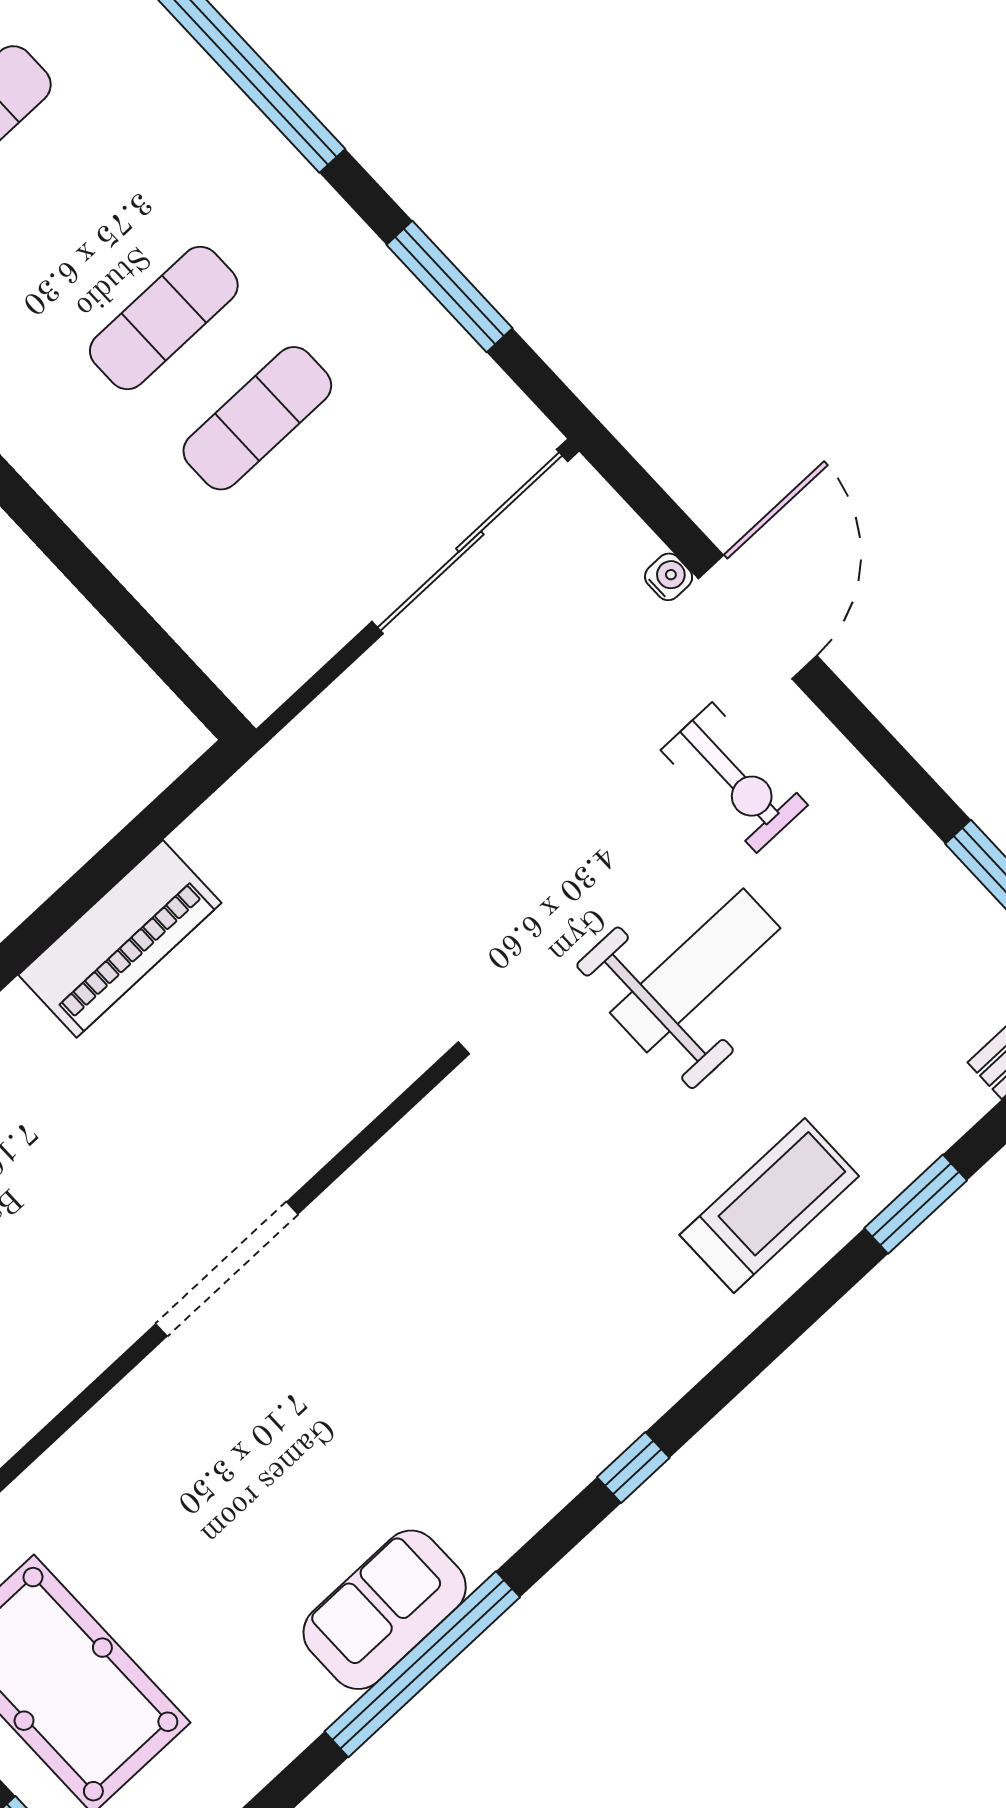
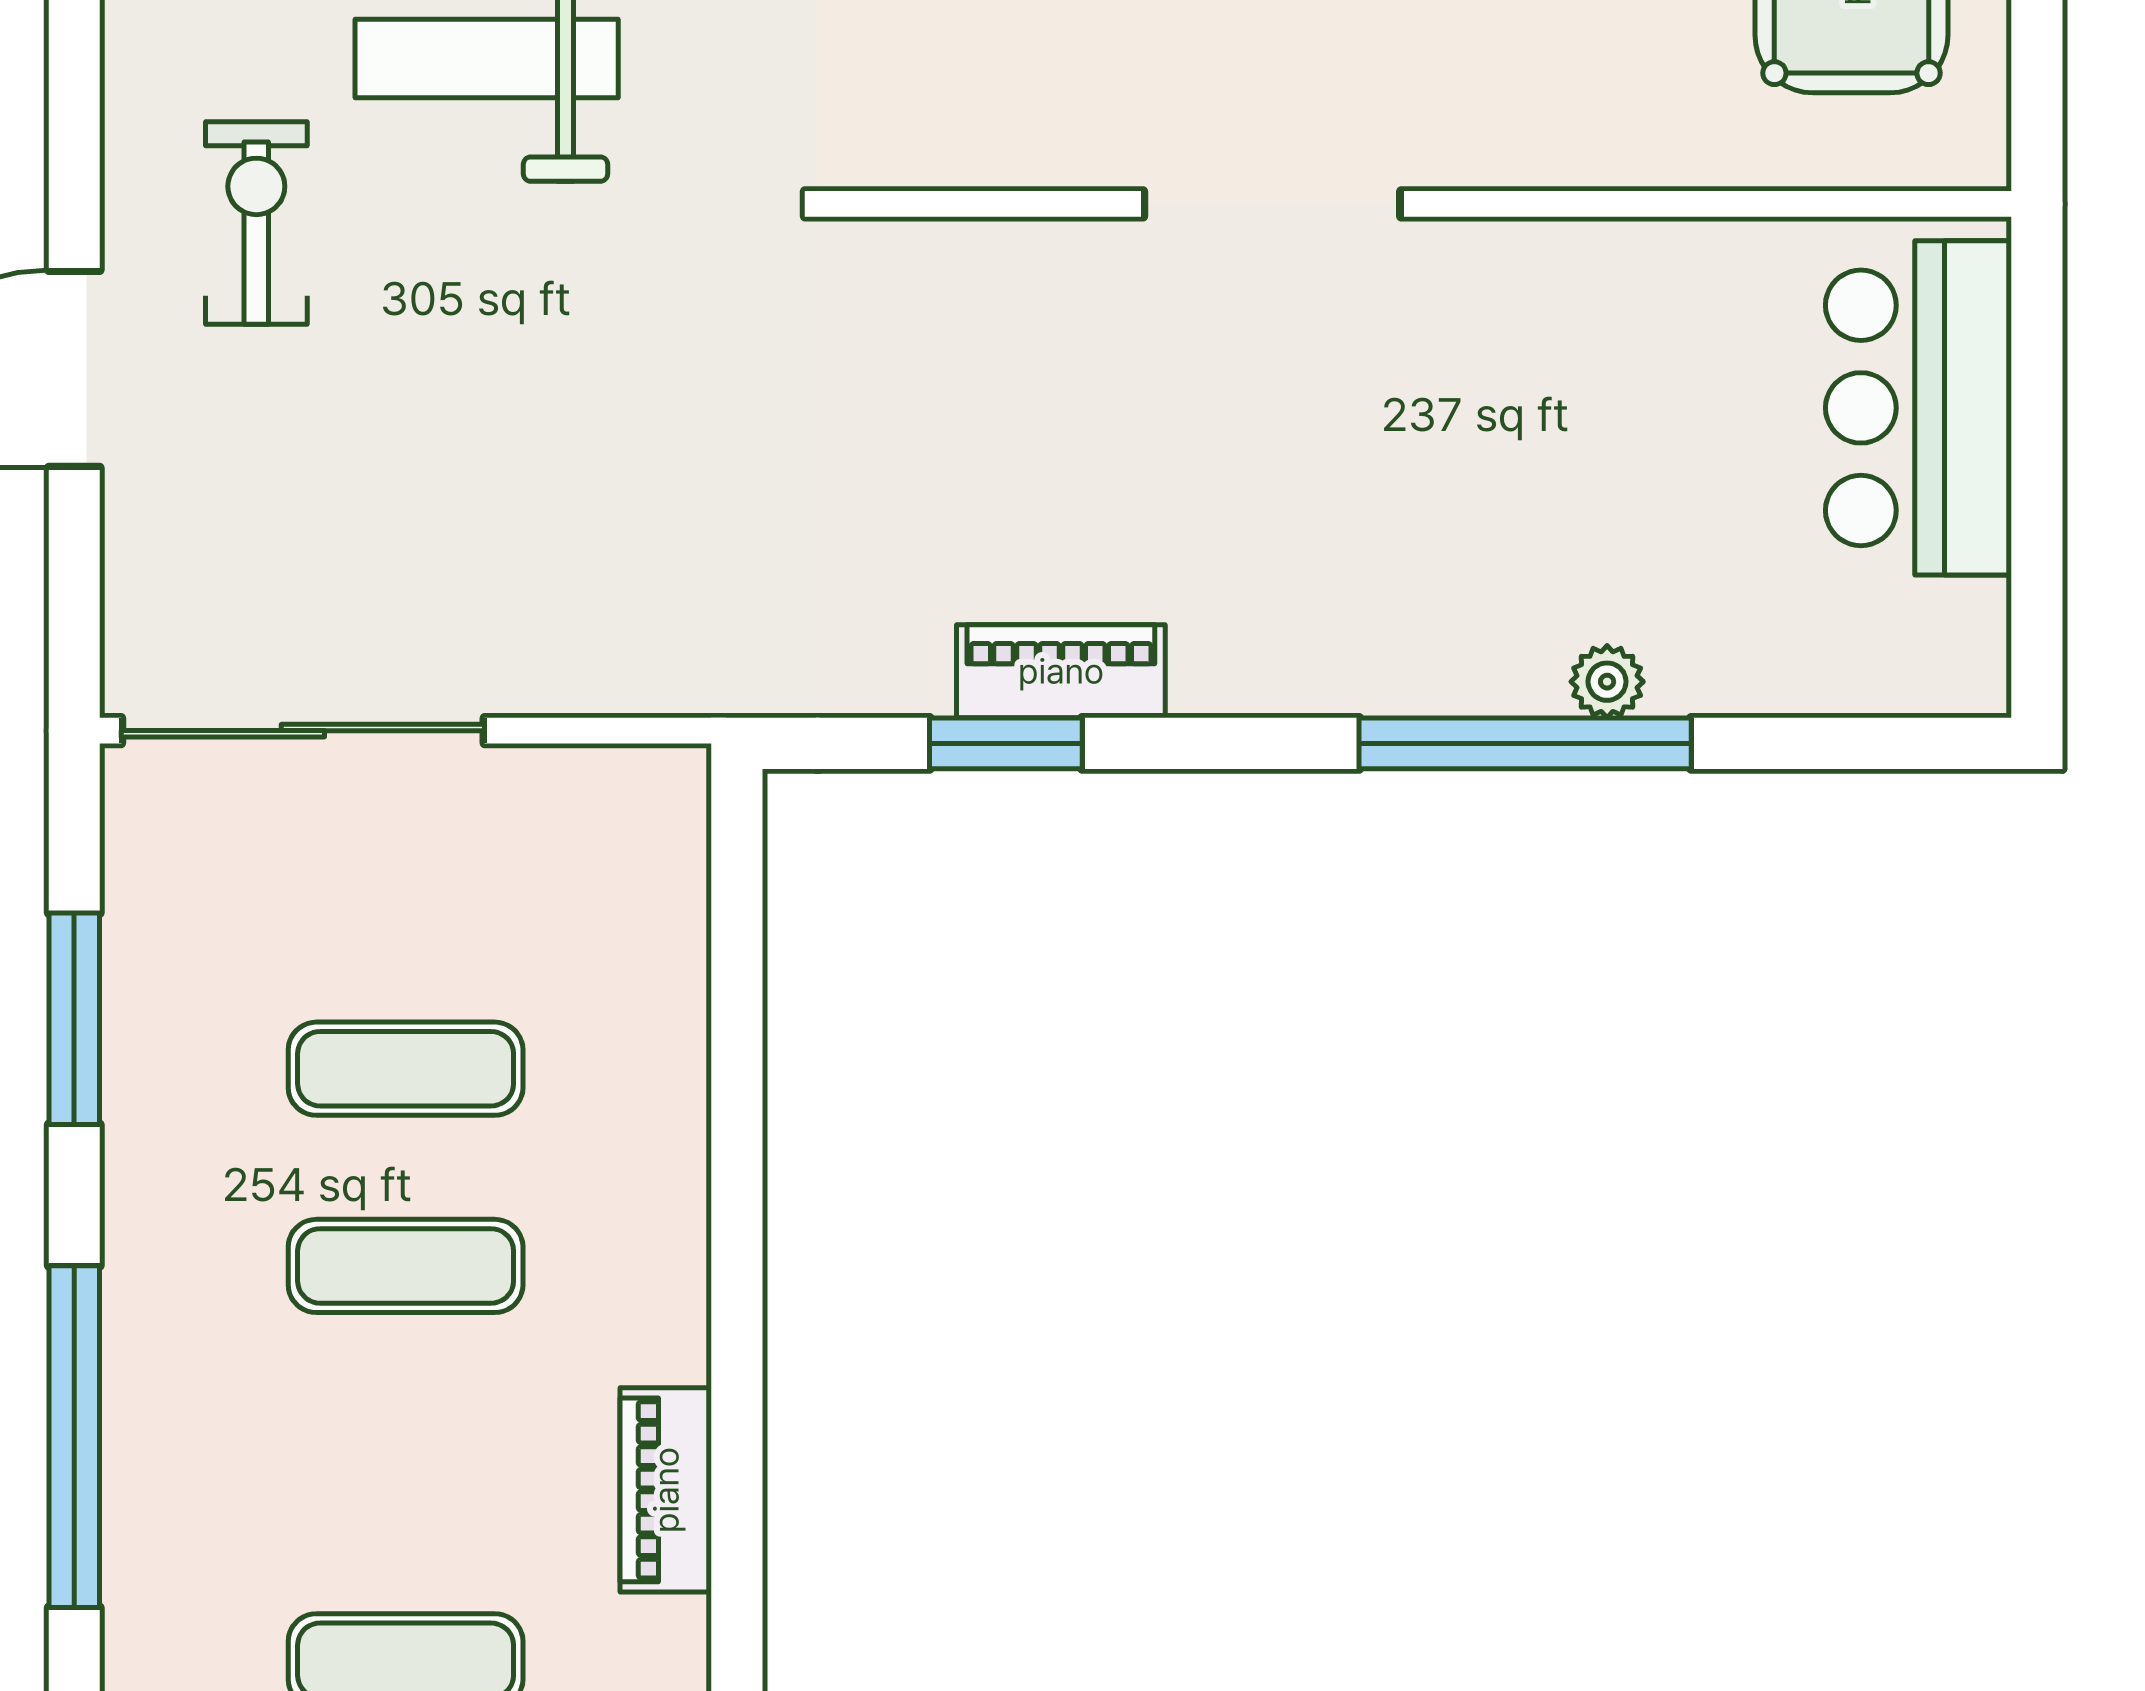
water cooler: (669, 577) -> (129, 499), removed
window: (106, 868) -> (1006, 743), added
piano: (120, 939) -> (1061, 671), width x0.73, depth x0.75

